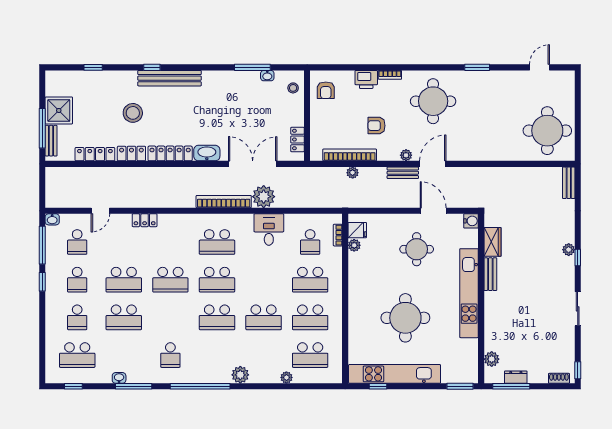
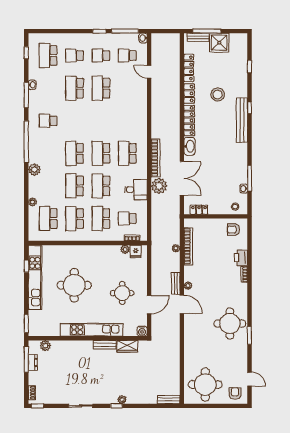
round table: (433, 101) -> (230, 324), moved
armchair: (377, 126) -> (235, 394), moved
locker: (145, 220) -> (143, 103), removed
school desk: (170, 280) -> (101, 186), moved

